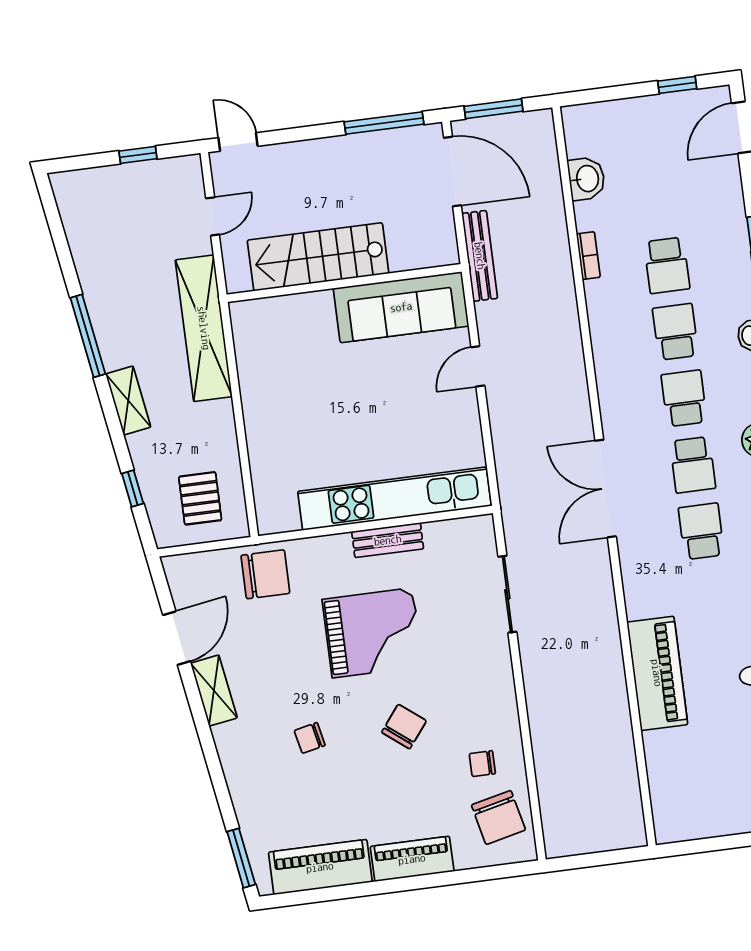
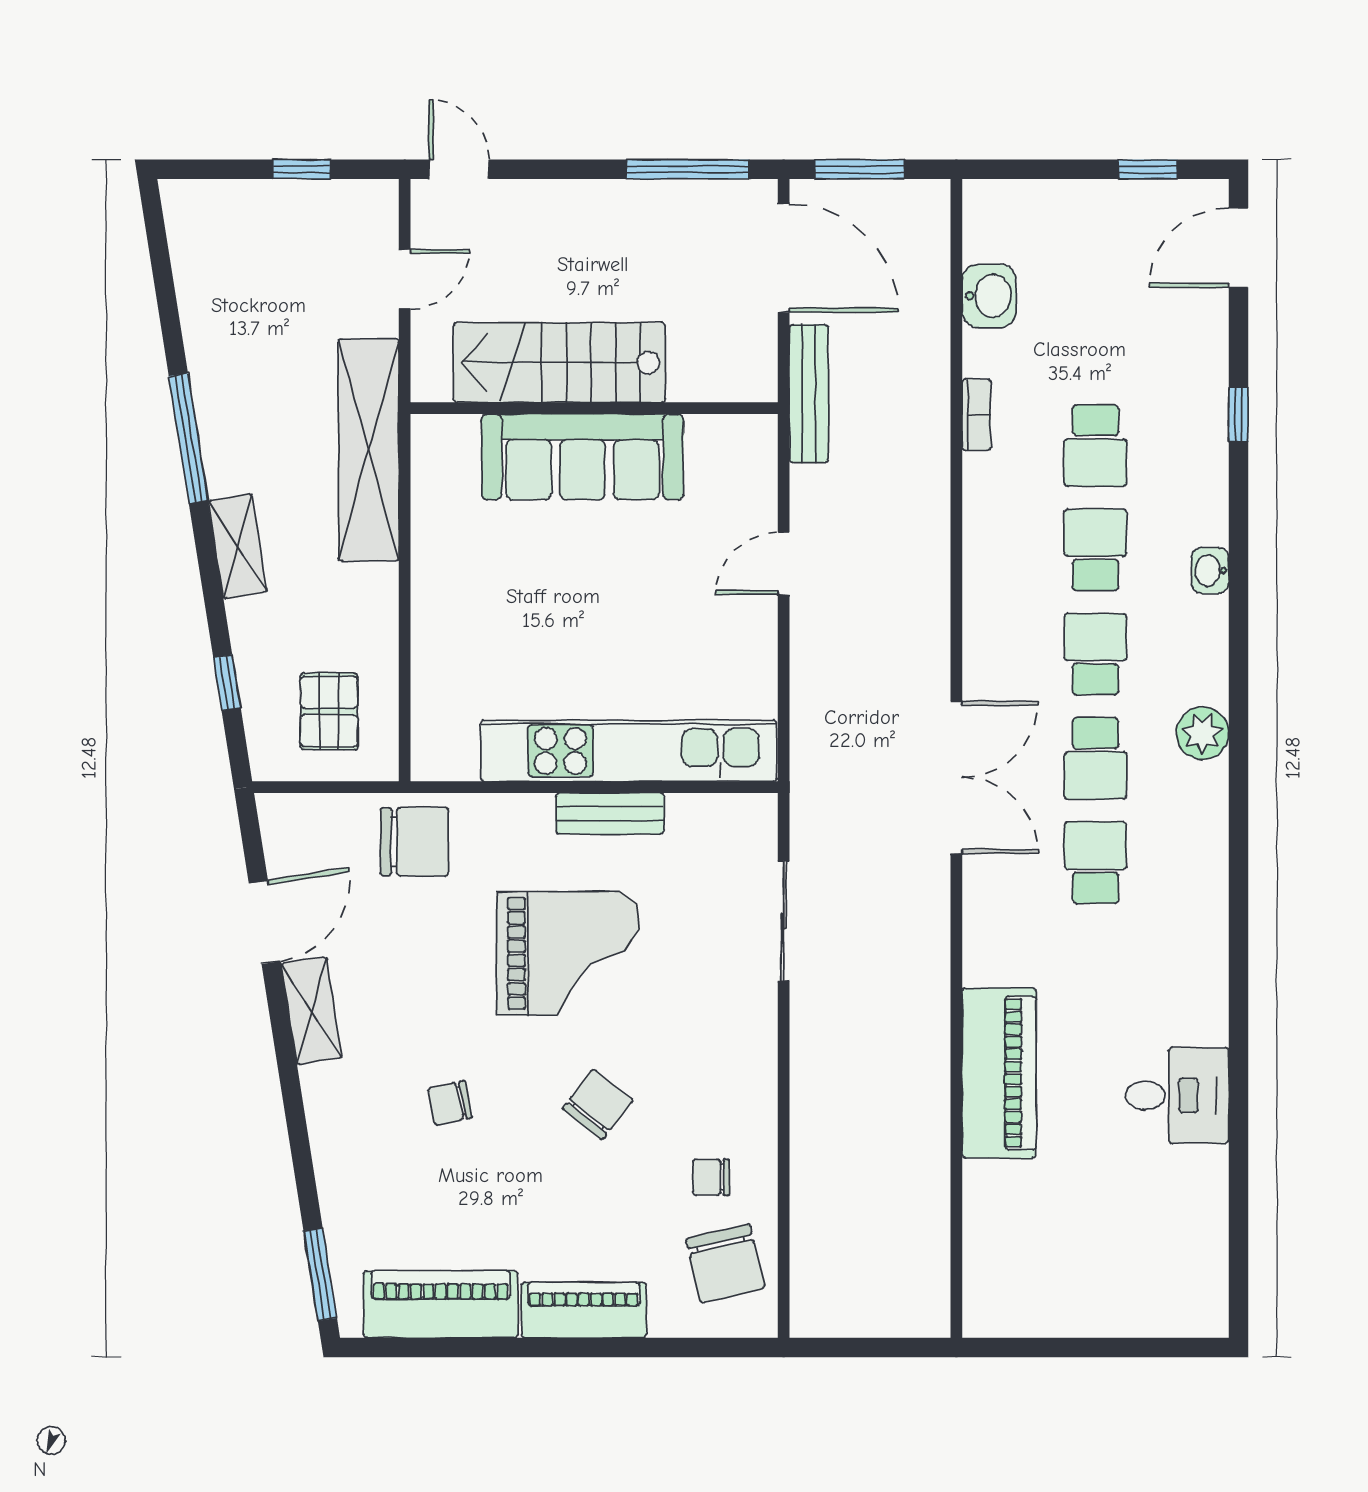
sofa: (401, 307) -> (582, 457), moved
double door: (606, 488) -> (956, 777), swing flipped

